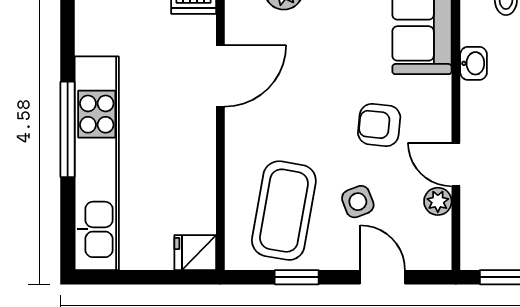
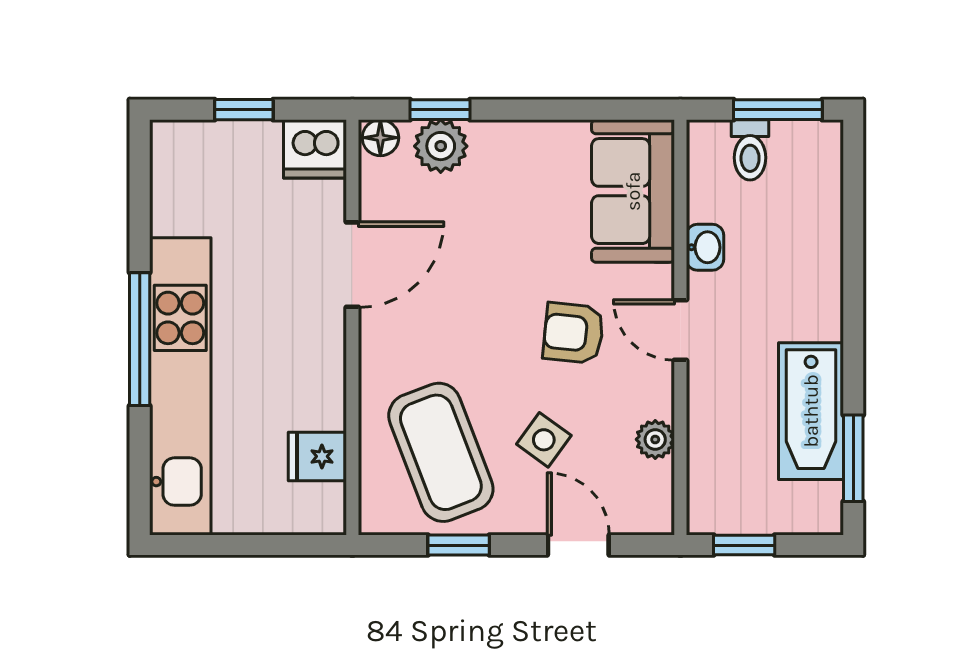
door: (456, 164) -> (680, 330), moved
side table: (358, 202) -> (544, 440), turned -33
coffee table: (284, 211) -> (441, 452), turned -31
fridge: (195, 253) -> (317, 456), moved

